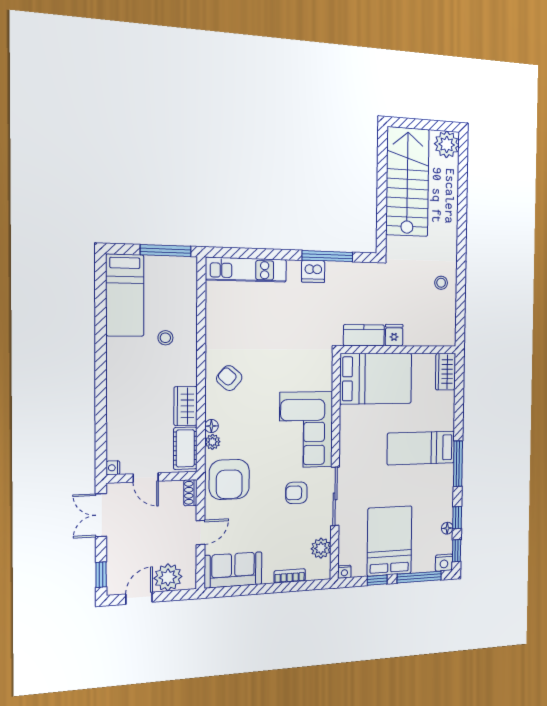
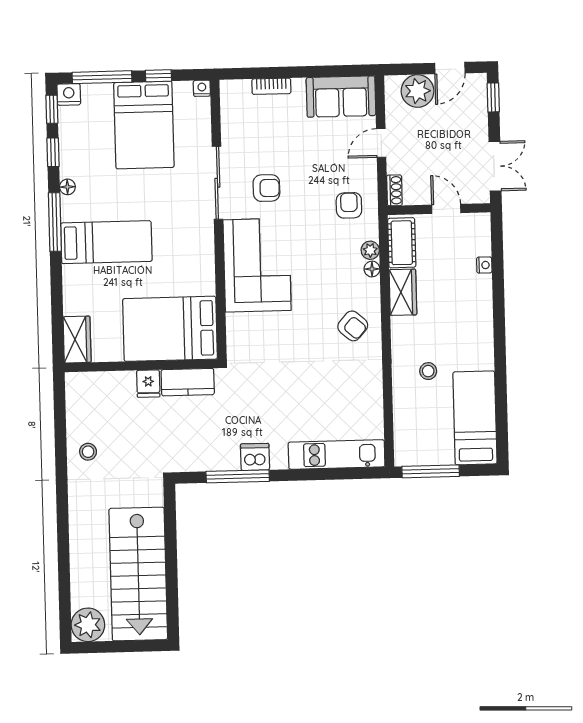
nightstand: (113, 468) -> (484, 265), moved
armchair: (229, 479) -> (349, 205), width x0.53, depth x0.53
floor lamp: (447, 528) -> (67, 187), moved
plant: (321, 548) -> (233, 119), removed

